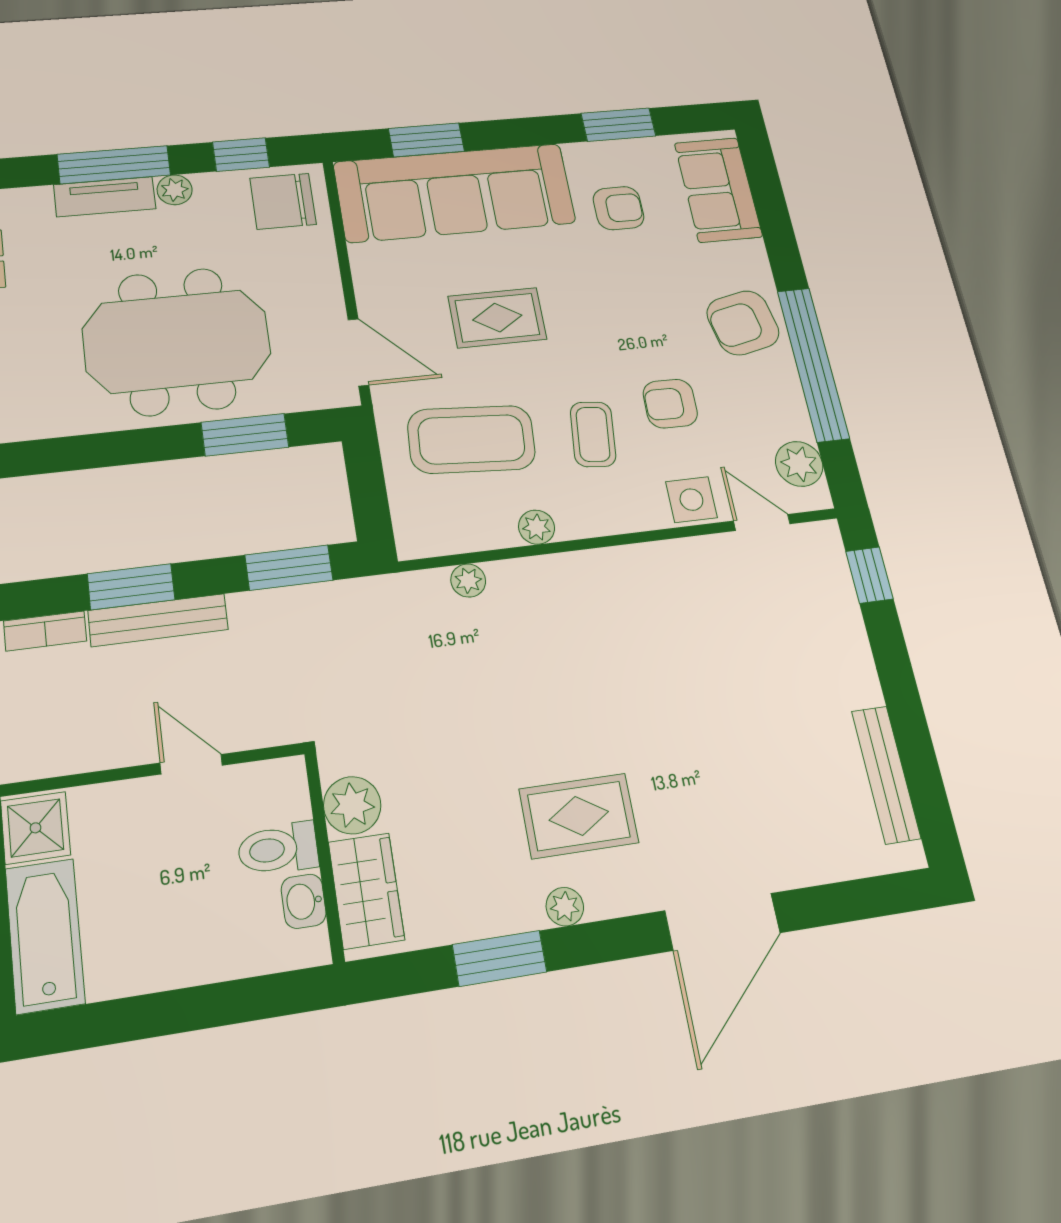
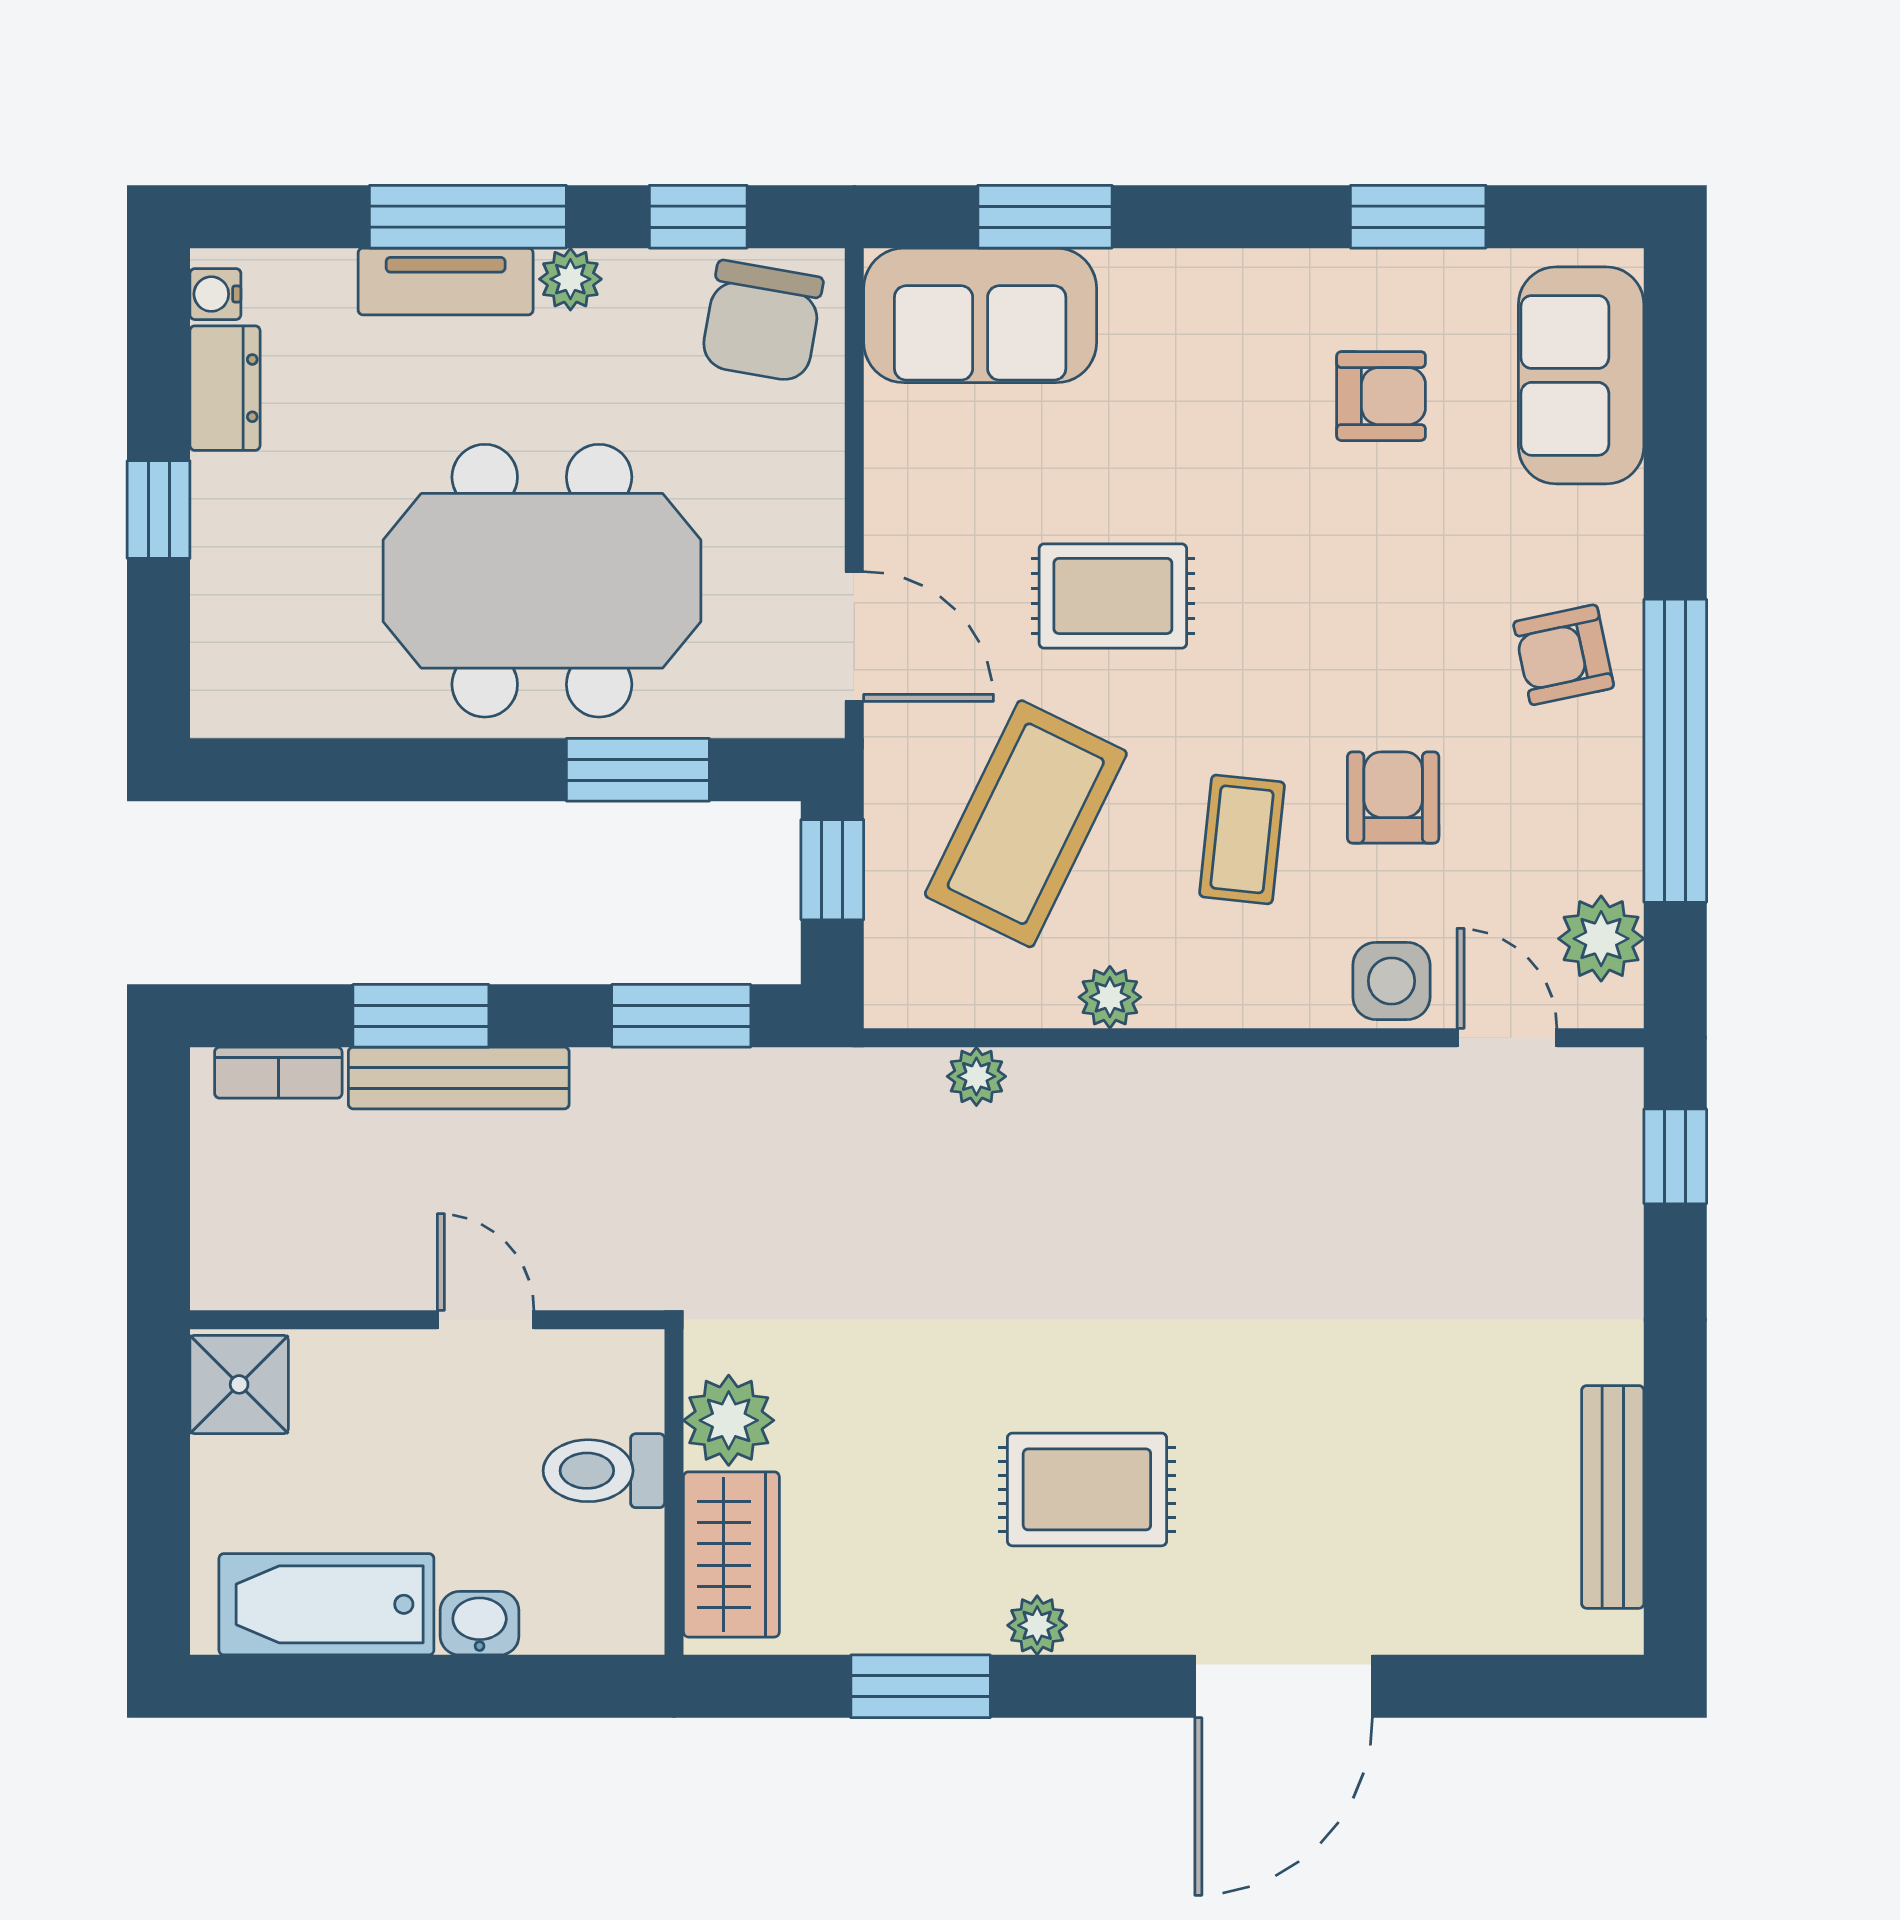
sofa: (455, 193) -> (980, 315), width x0.54, depth x0.79
chair: (283, 201) -> (762, 321), turned -80
armchair: (743, 323) -> (1564, 655), width x0.72, depth x0.72
armchair: (670, 404) -> (1393, 797), turned 89
coffee table: (471, 439) -> (1026, 824), turned -68
window: (366, 476) -> (832, 870), added
washbasin: (304, 901) -> (480, 1623), moved, turned 90
bathtub: (45, 936) -> (326, 1604), moved, turned -90

